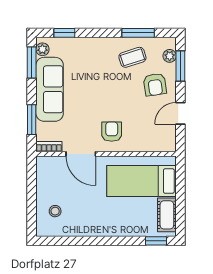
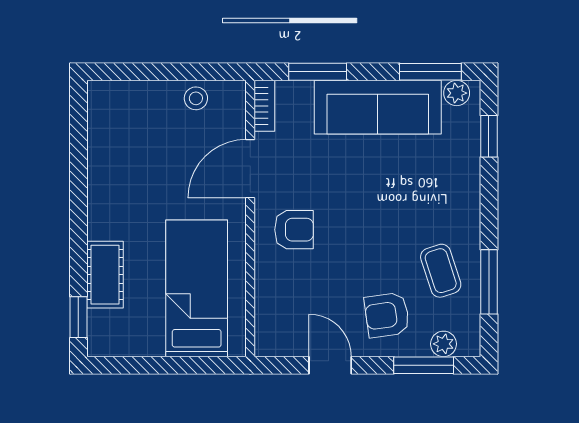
stool: (55, 211) -> (196, 98), moved
cot: (167, 215) -> (105, 275), moved, turned 90

